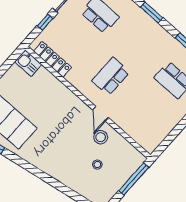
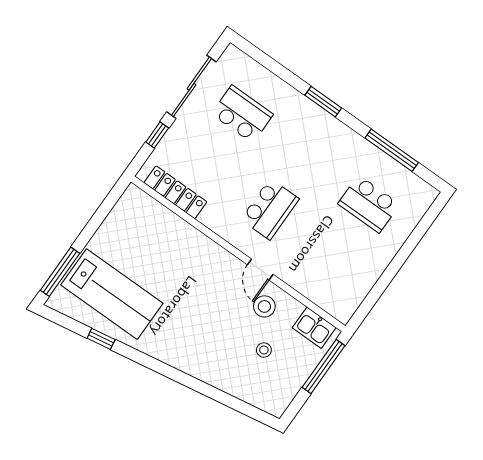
kitchen sink: (28, 63) -> (314, 328), moved
school desk: (111, 76) -> (270, 209), turned 180

